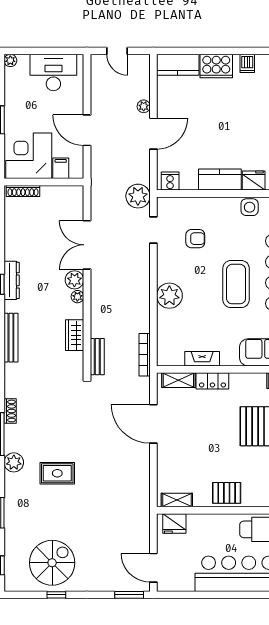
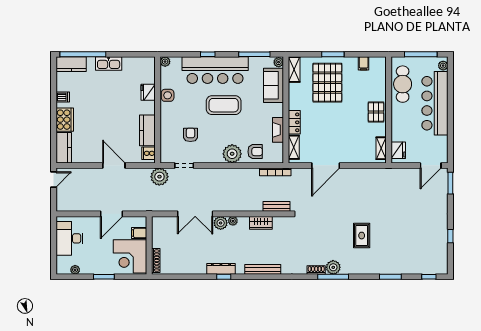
door: (117, 51) -> (54, 179), moved
plant: (10, 60) -> (75, 270), moved
plant: (144, 106) -> (94, 173), removed
kitchen counter: (220, 180) -> (147, 130), moved
armchair: (172, 327) -> (255, 152), added
plant: (14, 462) -> (333, 267), moved
spiral stairs: (52, 563) -> (427, 239), removed

